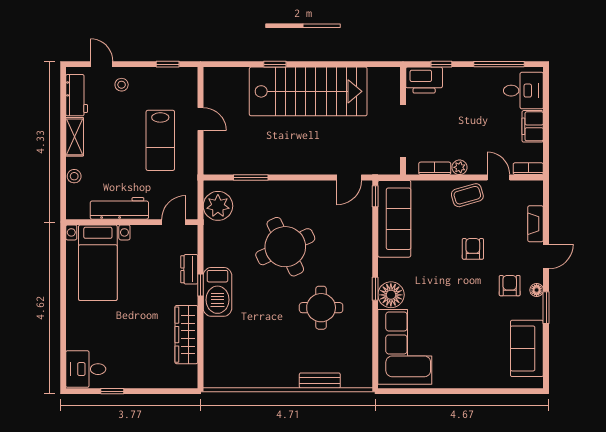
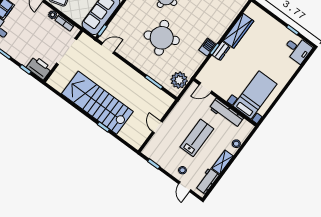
lab bench: (160, 140) -> (197, 138), moved
dresser: (189, 269) -> (221, 51), moved
barbecue: (217, 292) -> (207, 47), width x0.53, depth x0.65

